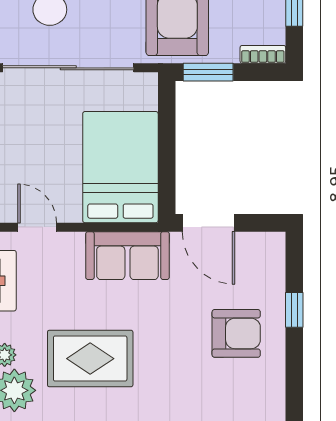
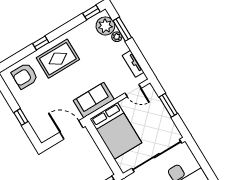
armchair: (236, 333) -> (25, 76), moved
rug: (90, 359) -> (58, 59), moved

